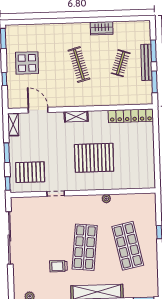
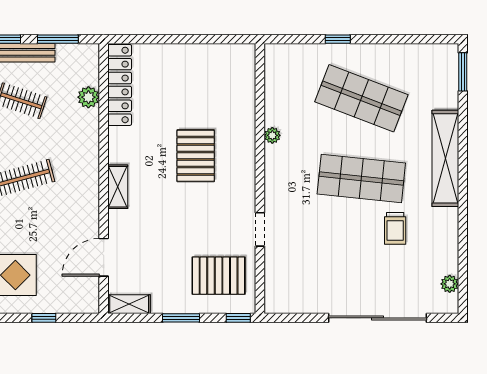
plant: (124, 99) -> (88, 97), added
pallet: (94, 158) -> (196, 156), width x0.73, depth x0.71
pallet: (30, 172) -> (219, 276), turned 90
sliding door: (9, 238) -> (377, 318), moved
shop shelf: (128, 246) -> (361, 98), turned 33

